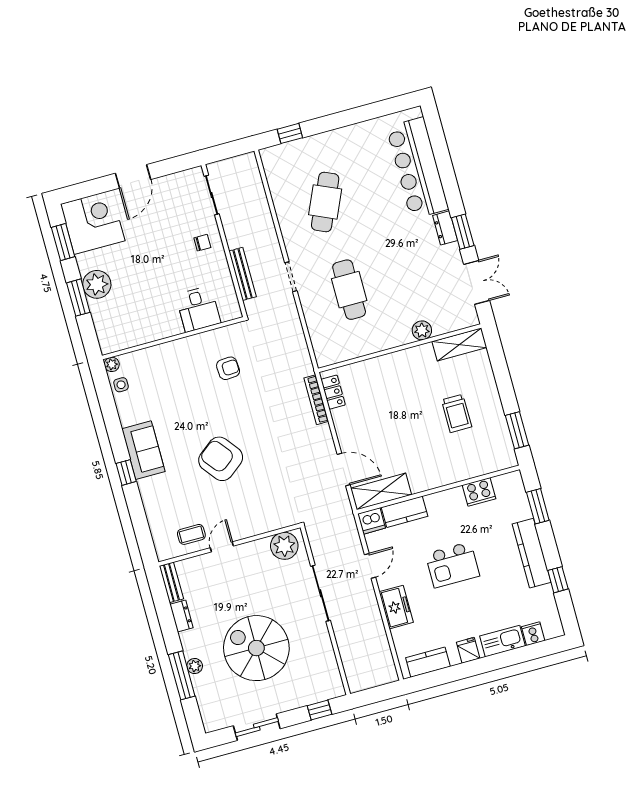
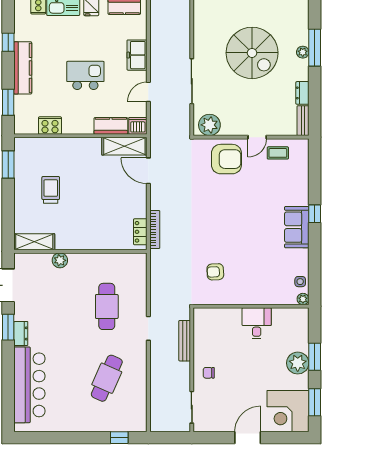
desk: (198, 309) -> (257, 323), moved
armchair: (221, 459) -> (226, 159), moved, turned -52

